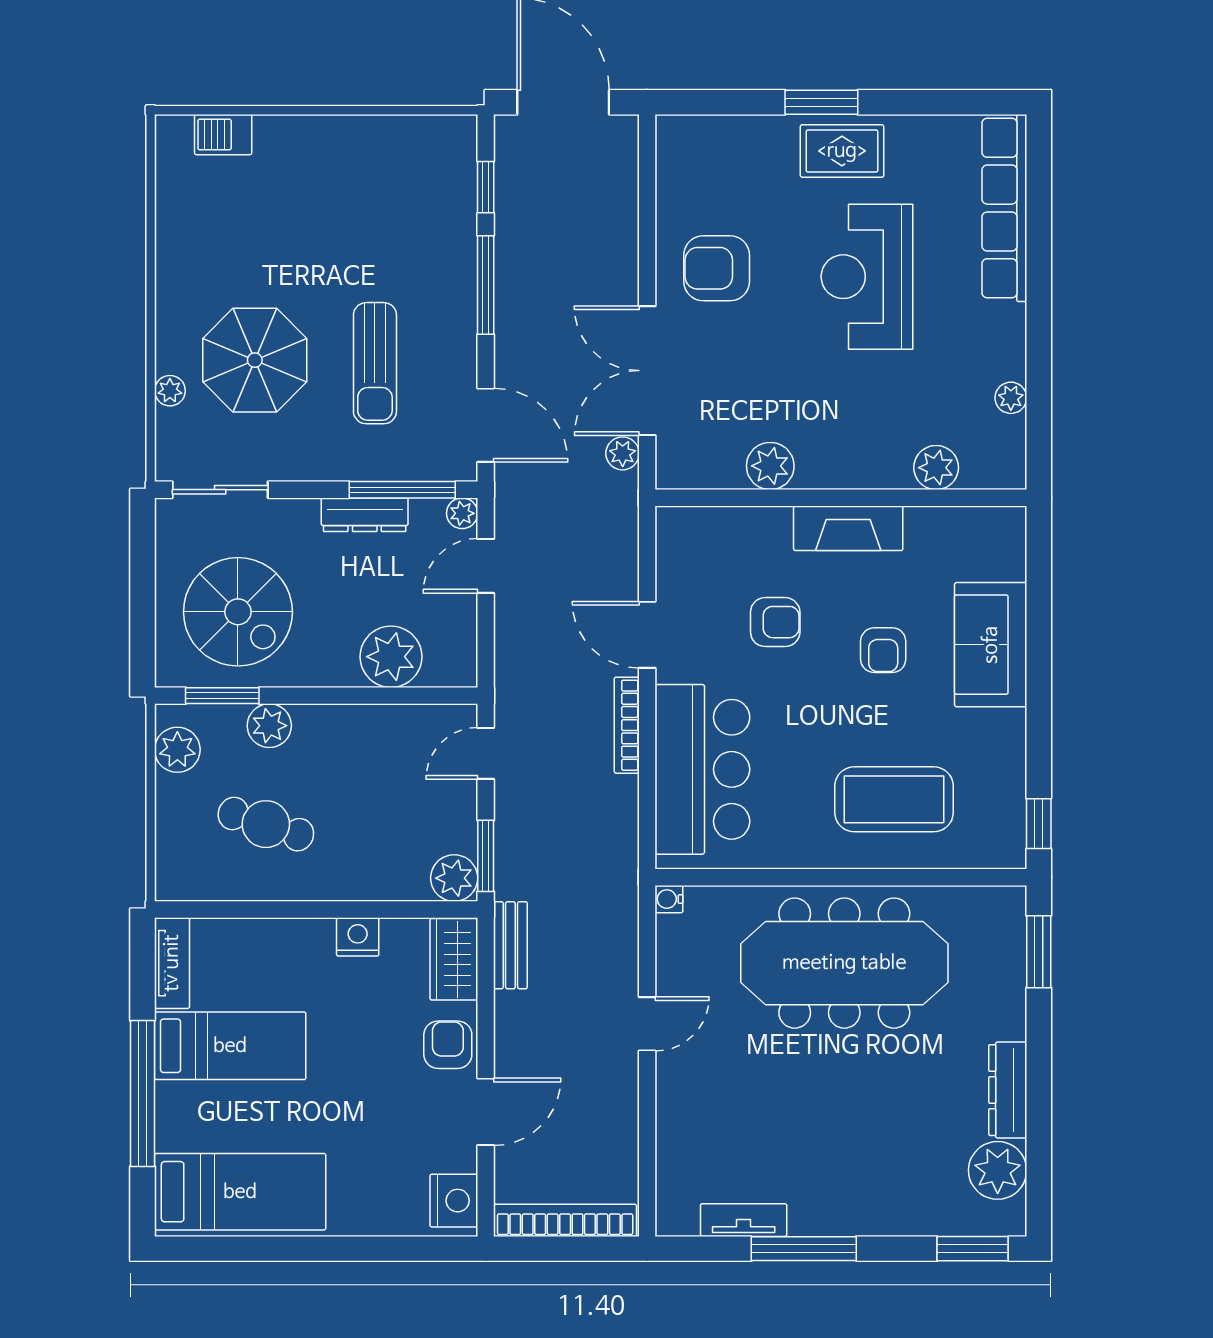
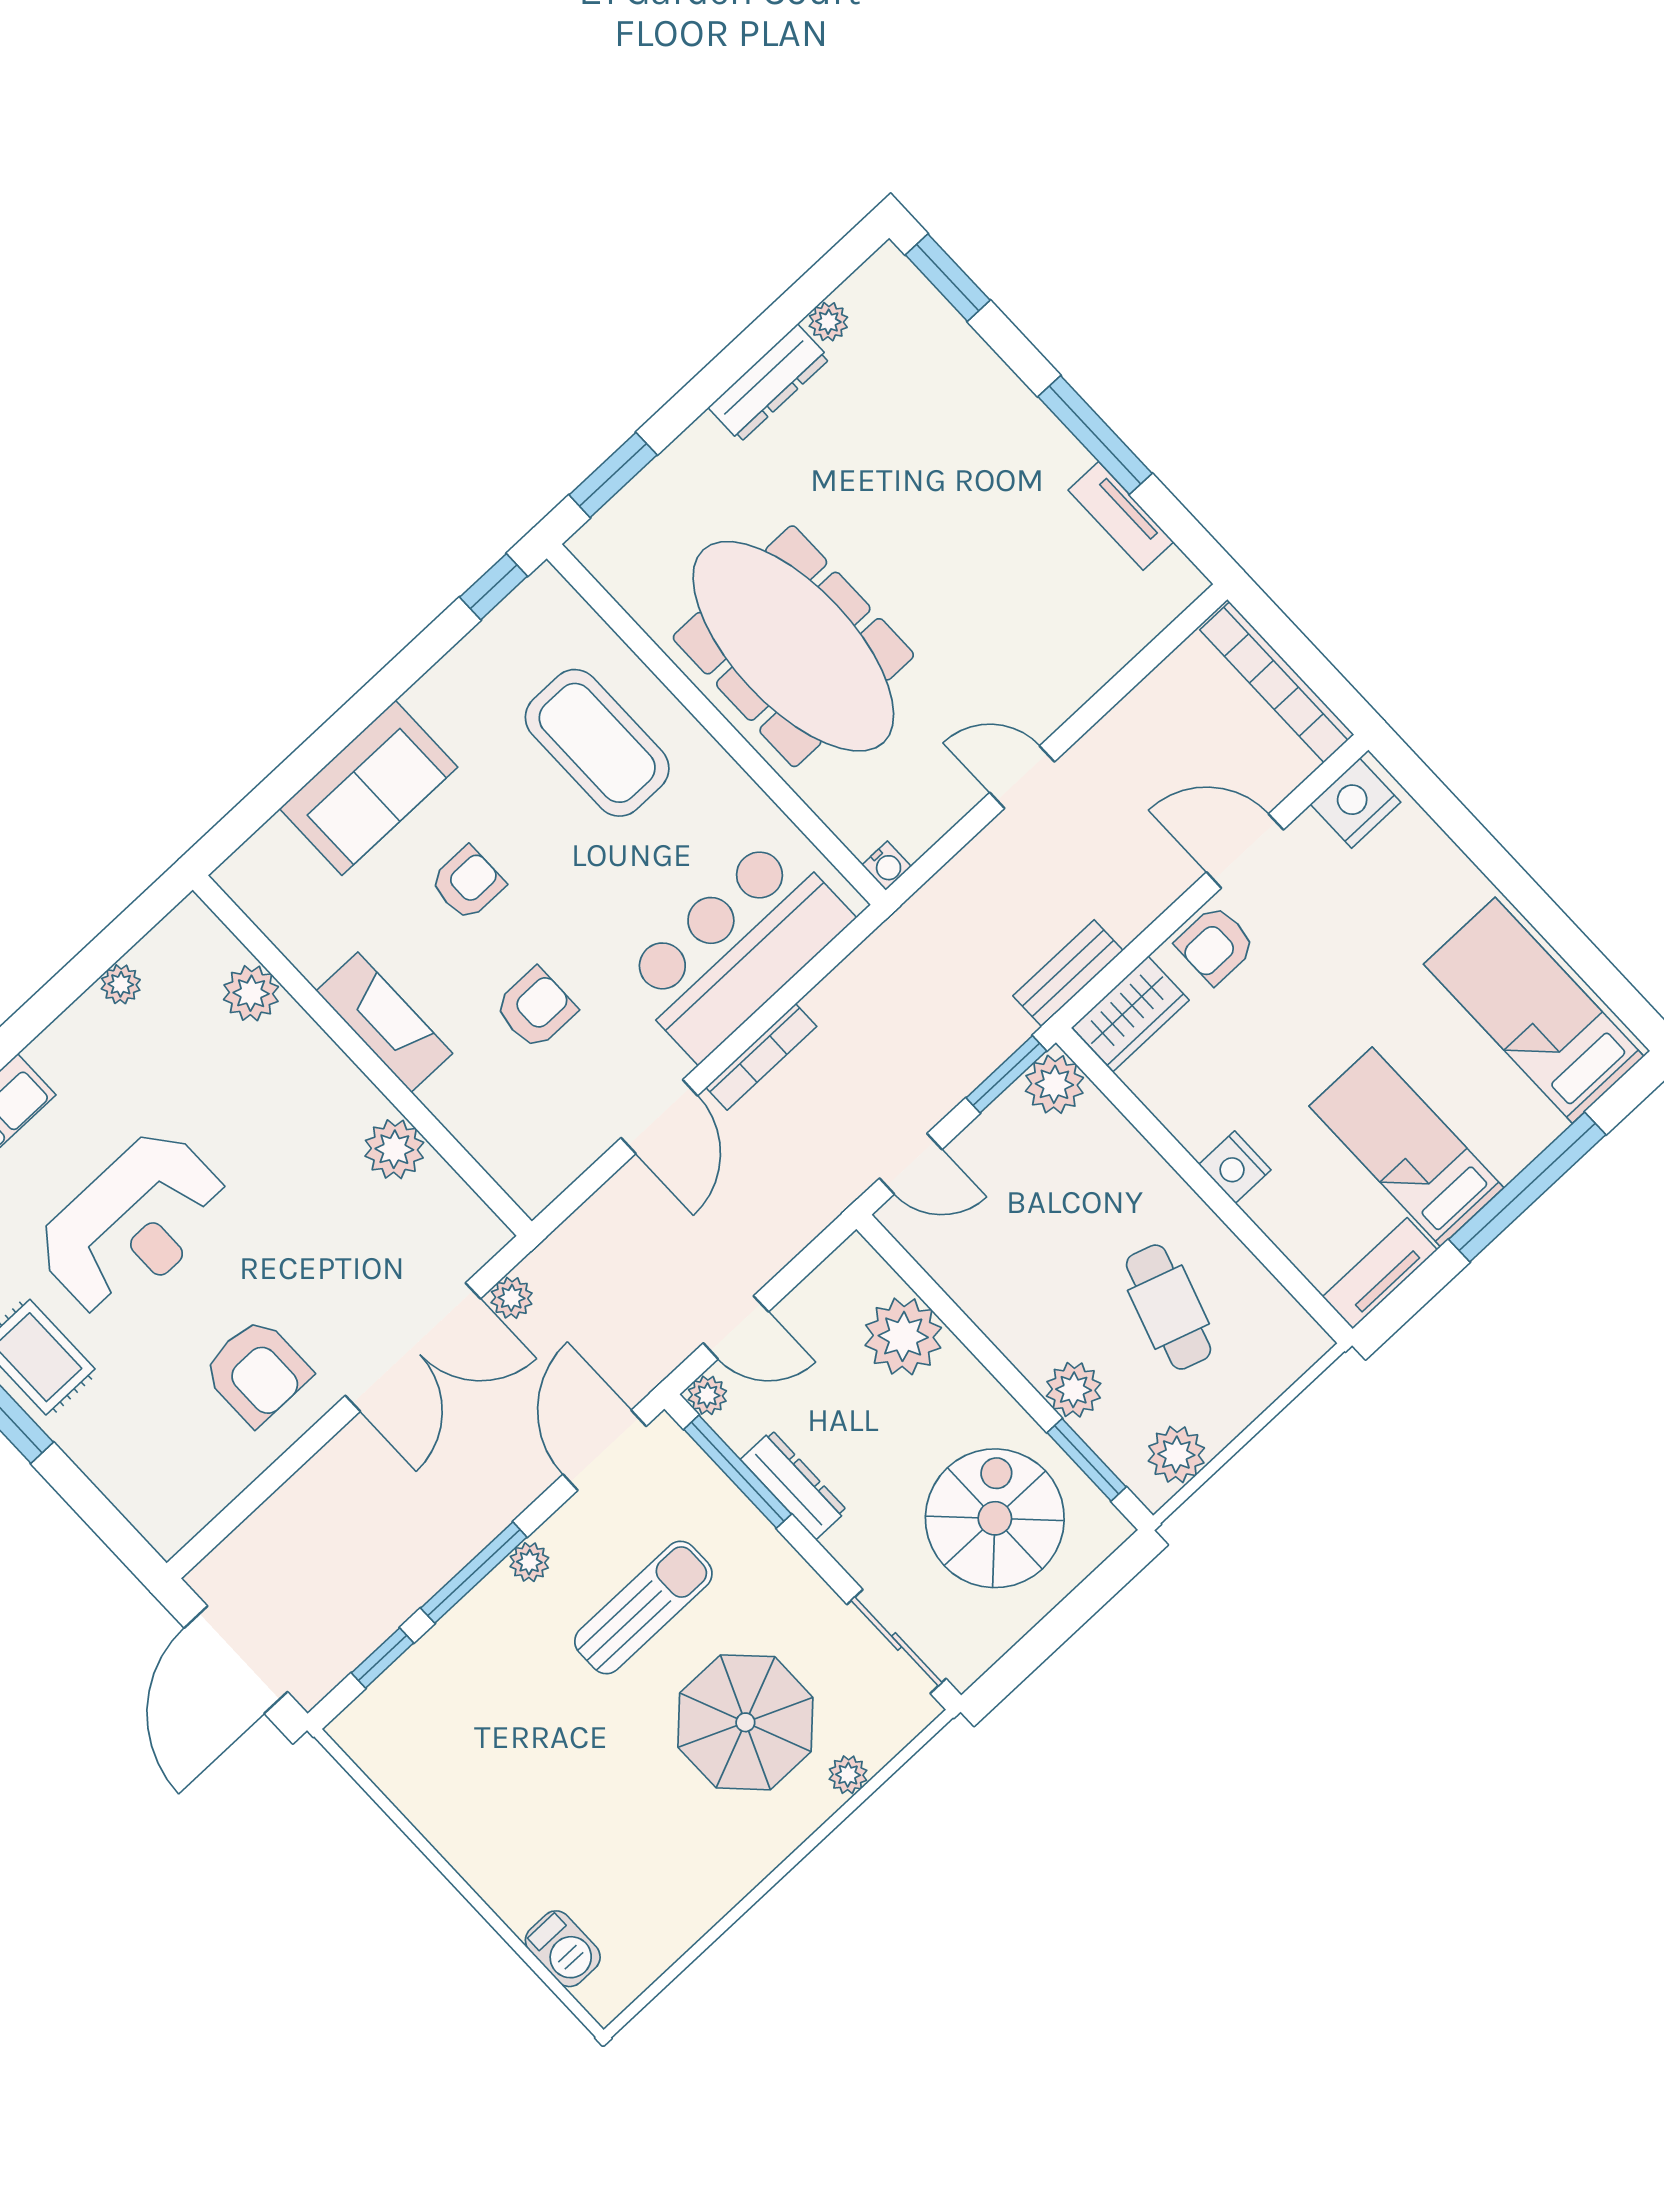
plant: (462, 322) -> (529, 1562), added
armchair: (775, 622) -> (536, 1008), turned 90
nightstand: (358, 937) -> (1235, 1167), moved
plant: (998, 1170) -> (828, 322), width x0.53, depth x0.53

